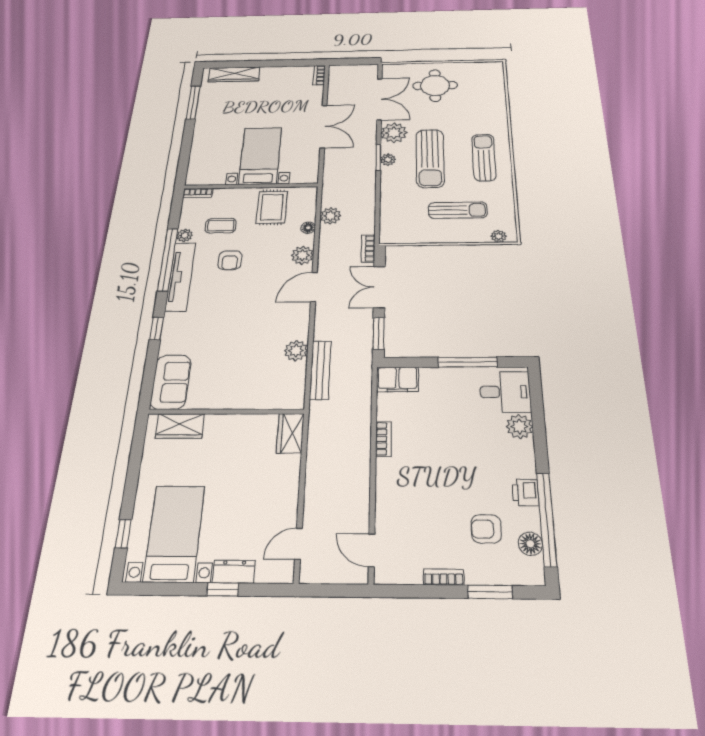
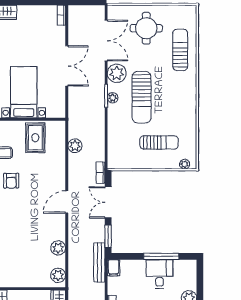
sun lounger: (484, 157) -> (180, 50), moved
floor lamp: (308, 228) -> (61, 155), removed
plant: (302, 255) -> (58, 275), moved
bench: (320, 370) -> (99, 262), moved
filing cabinet: (397, 380) -> (114, 268), width x0.50
desk: (505, 392) -> (159, 274), moved, turned -90

